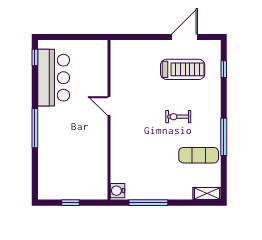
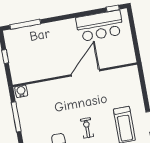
door: (109, 106) -> (85, 73), width x1.87
window: (35, 128) -> (25, 24), moved

